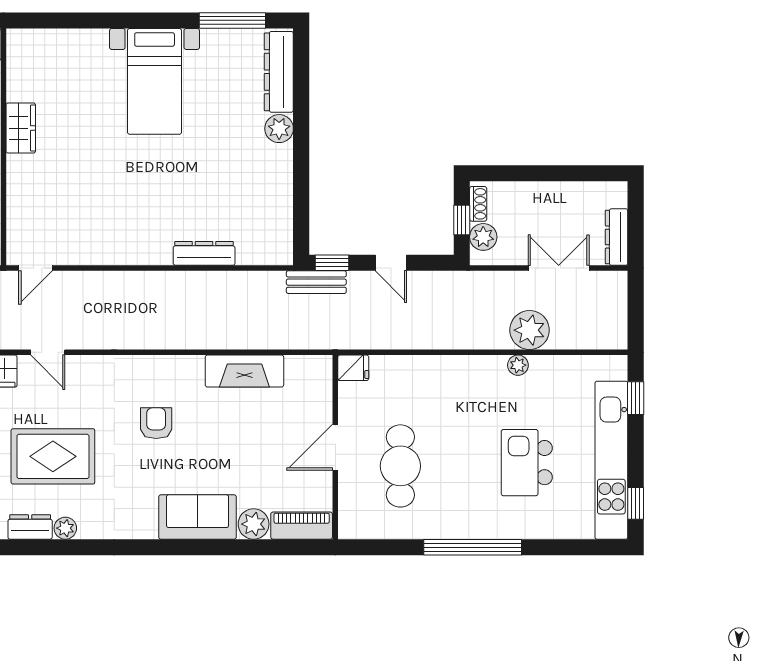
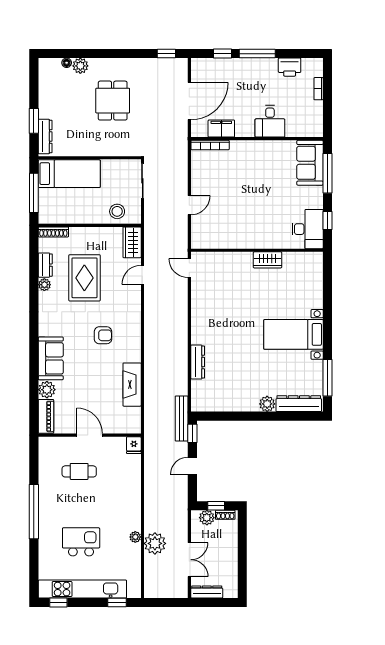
bench: (316, 282) -> (182, 419), width x1.36
cafe table: (400, 466) -> (79, 471), width x0.73, depth x0.74

